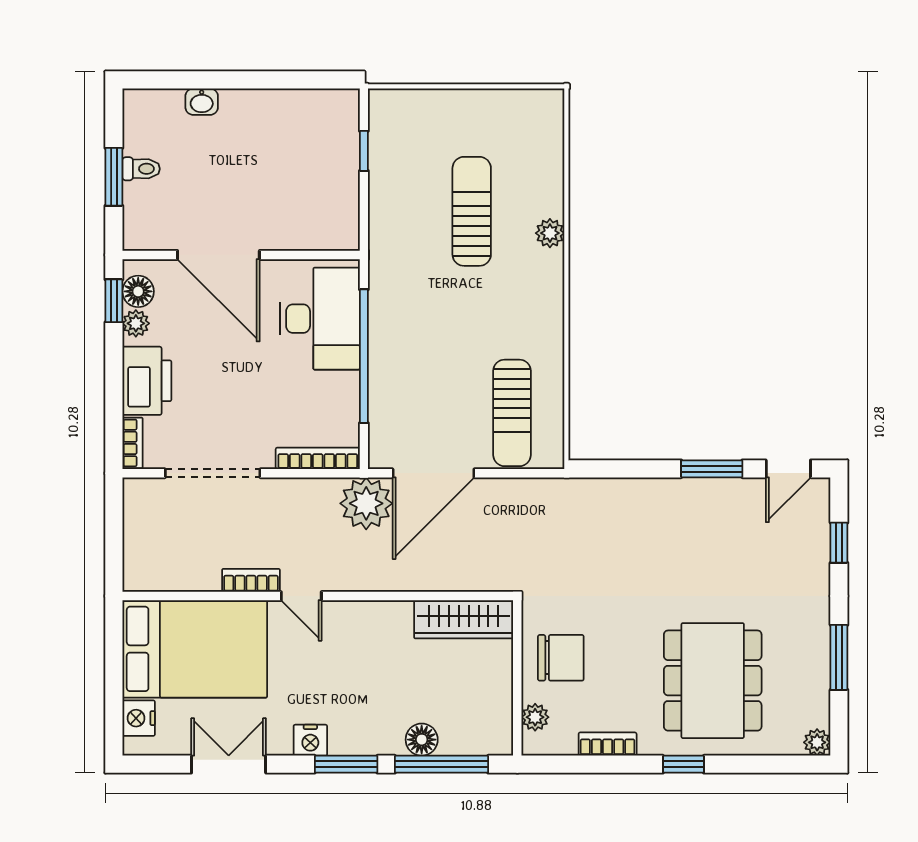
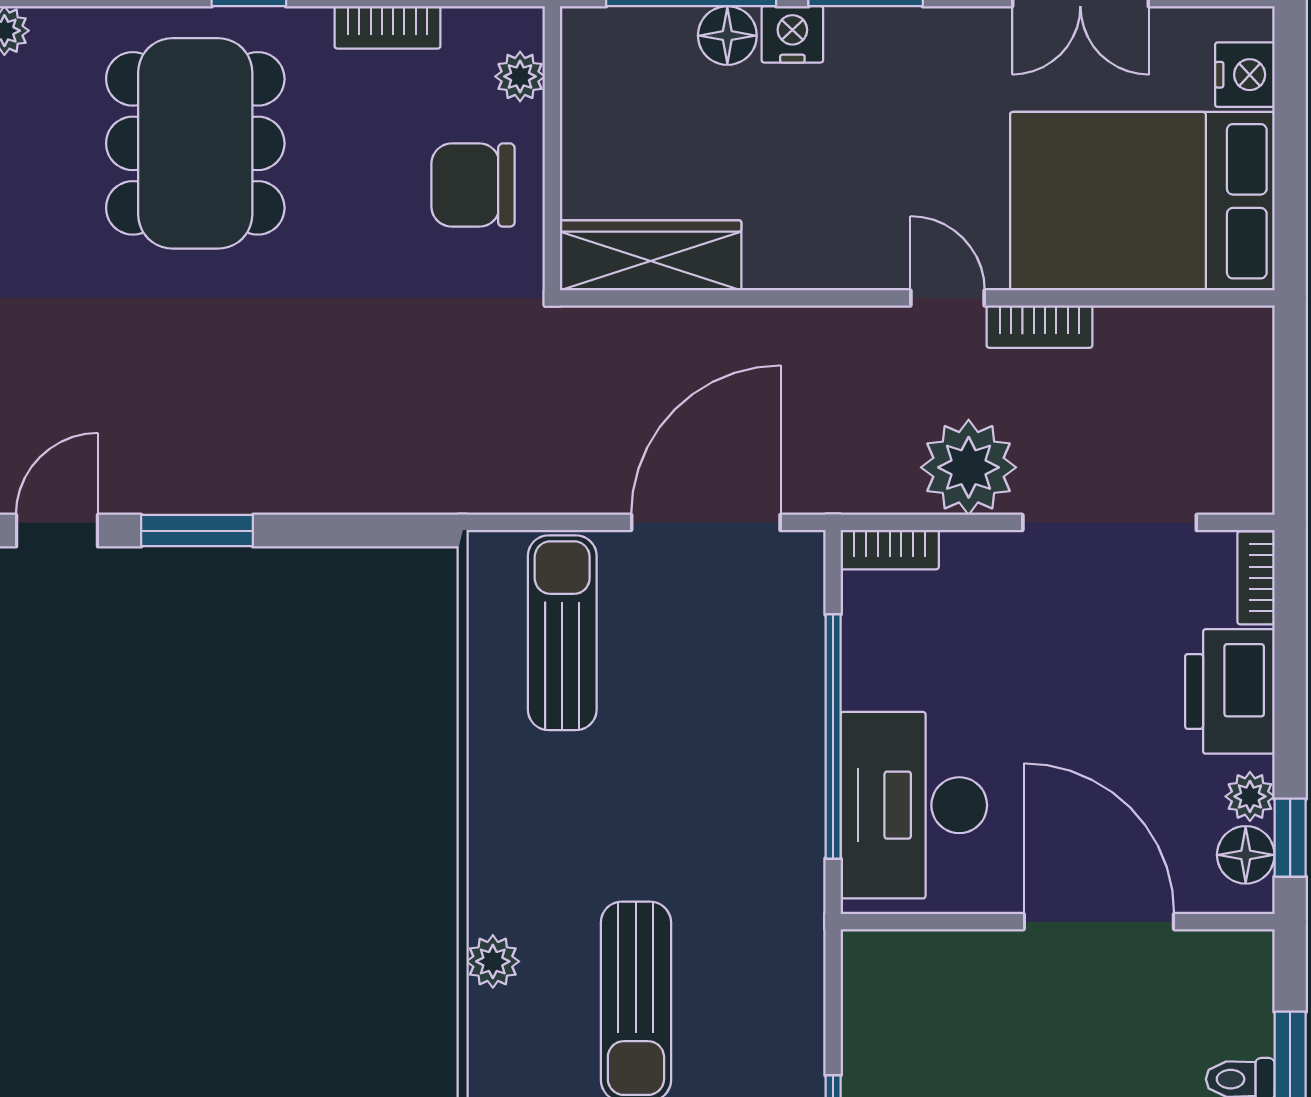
bookcase: (318, 458) -> (890, 550), width x0.64
plant: (366, 503) -> (969, 467), moved
nightstand: (310, 740) -> (792, 34), moved

